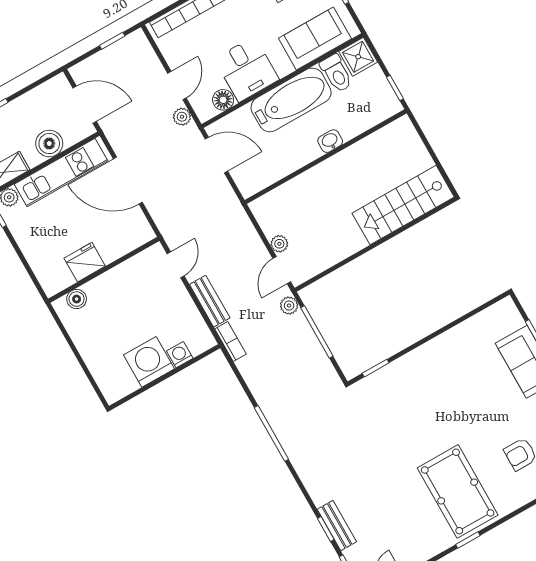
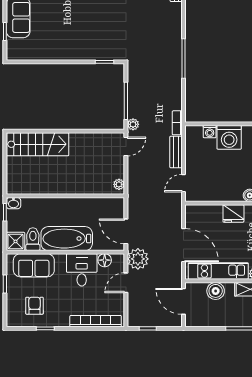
plant: (182, 117) -> (138, 259), width x1.87, depth x1.87
washbasin: (330, 141) -> (13, 203), moved
plant: (279, 244) -> (119, 184), moved

